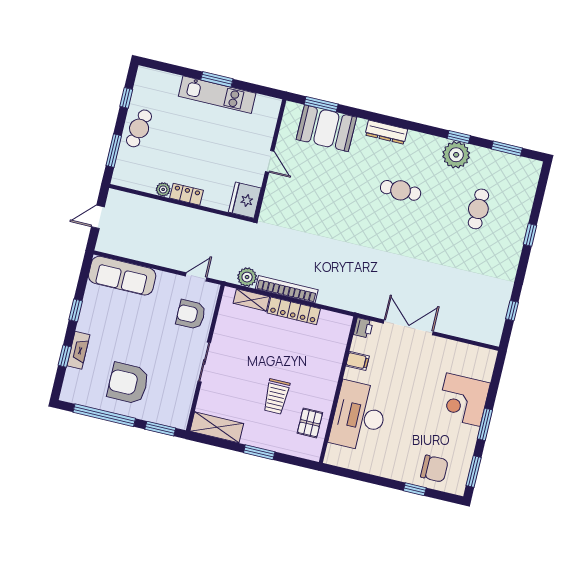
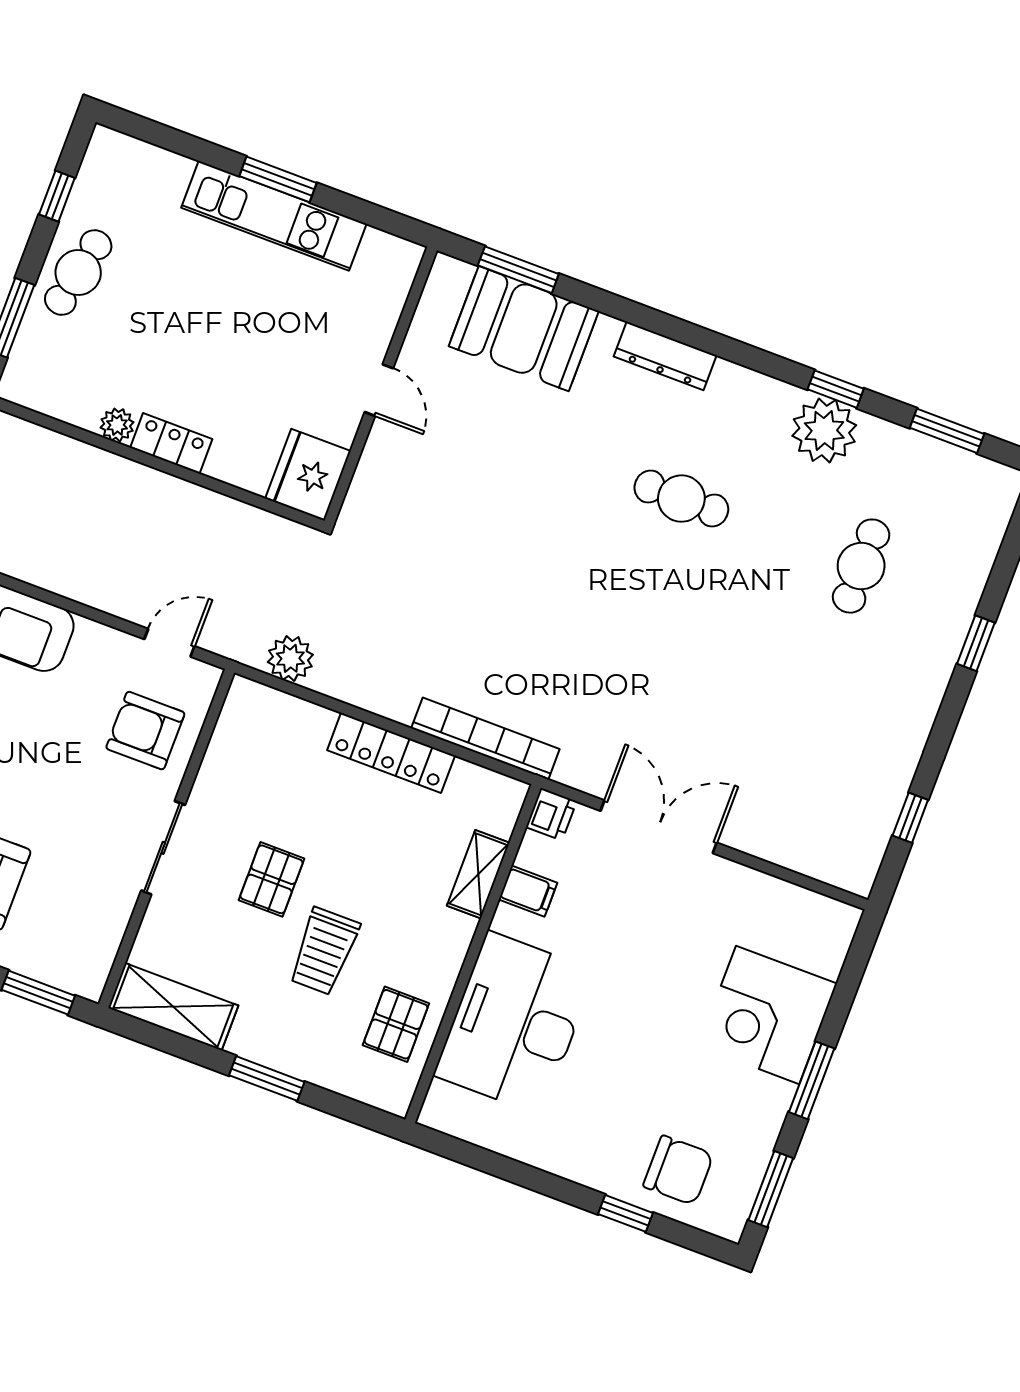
bookcase: (287, 289) -> (485, 739), moved
shelving: (251, 300) -> (478, 874), moved, turned 90
pallet: (251, 369) -> (271, 879), added

